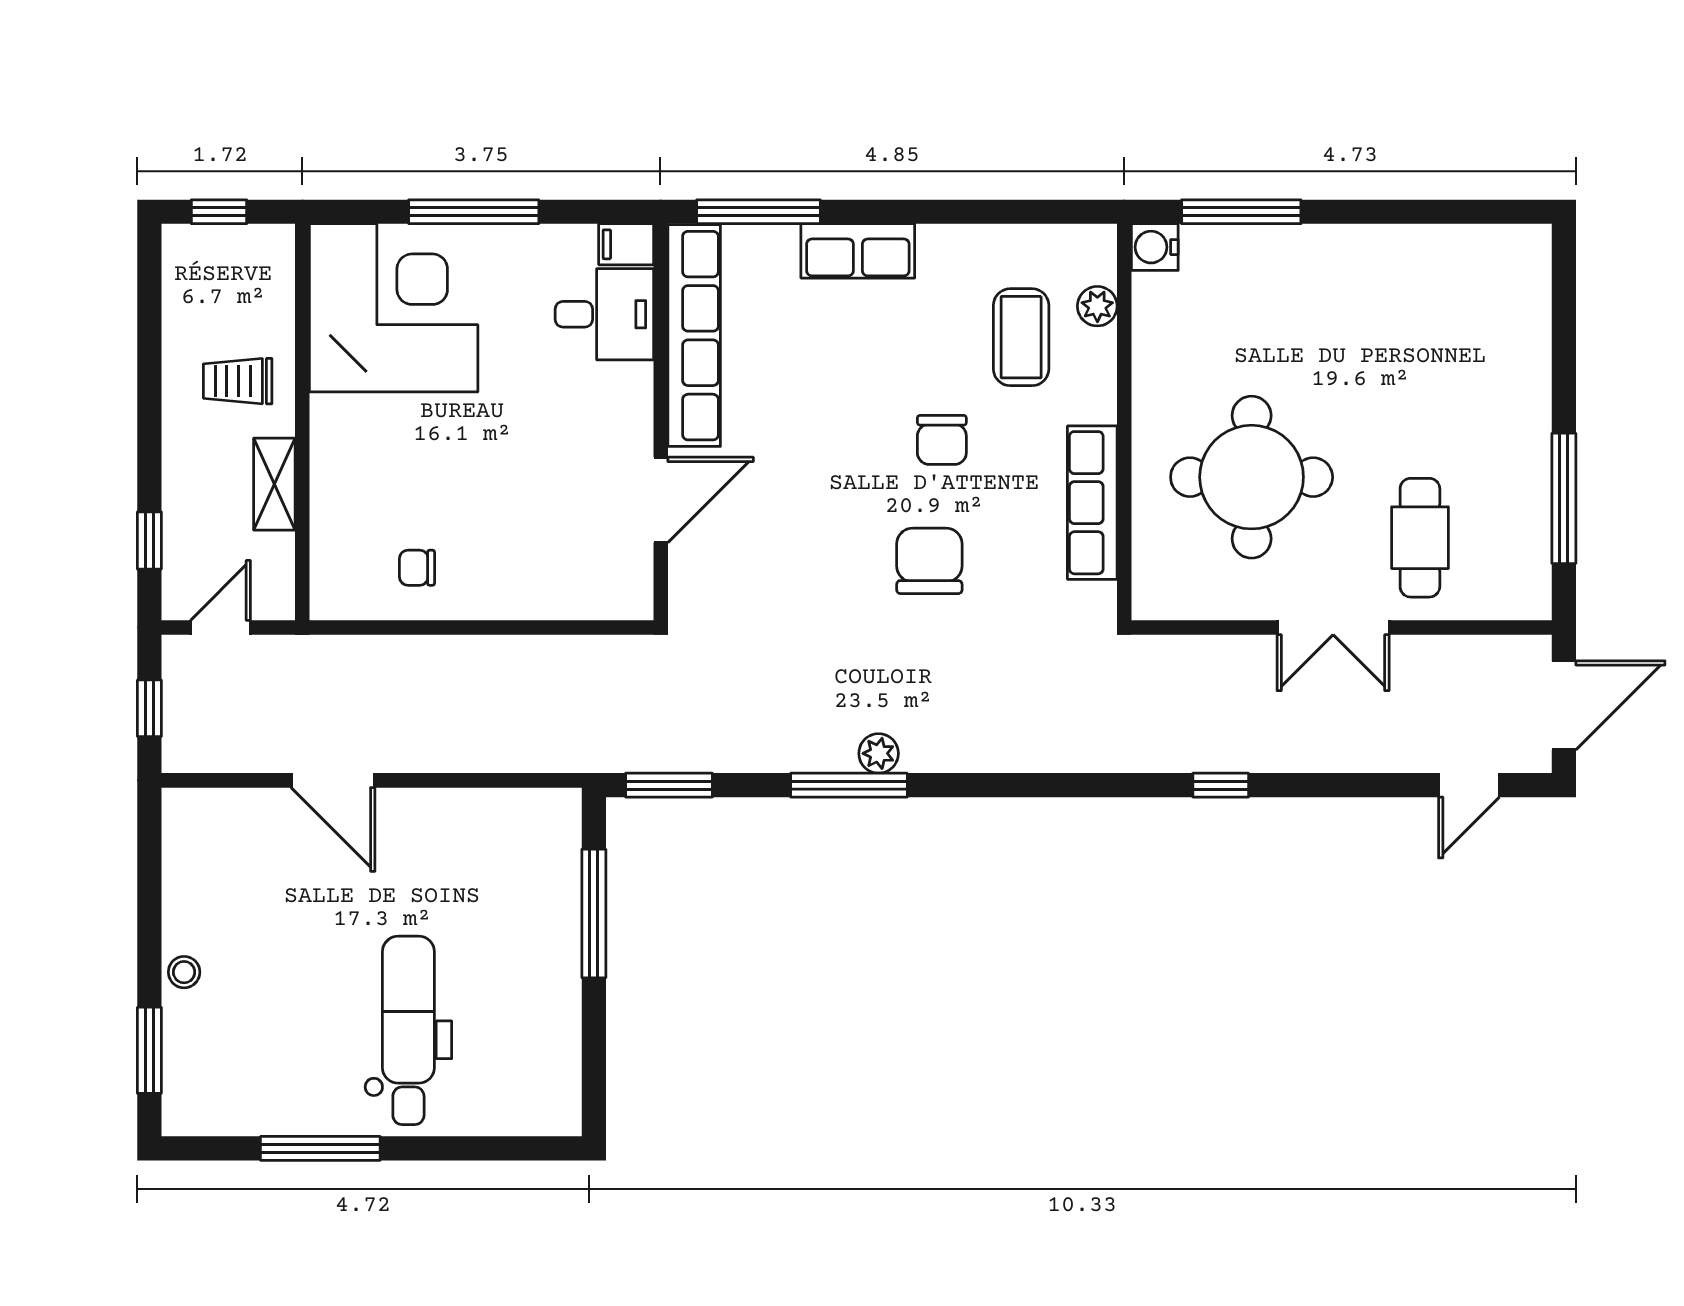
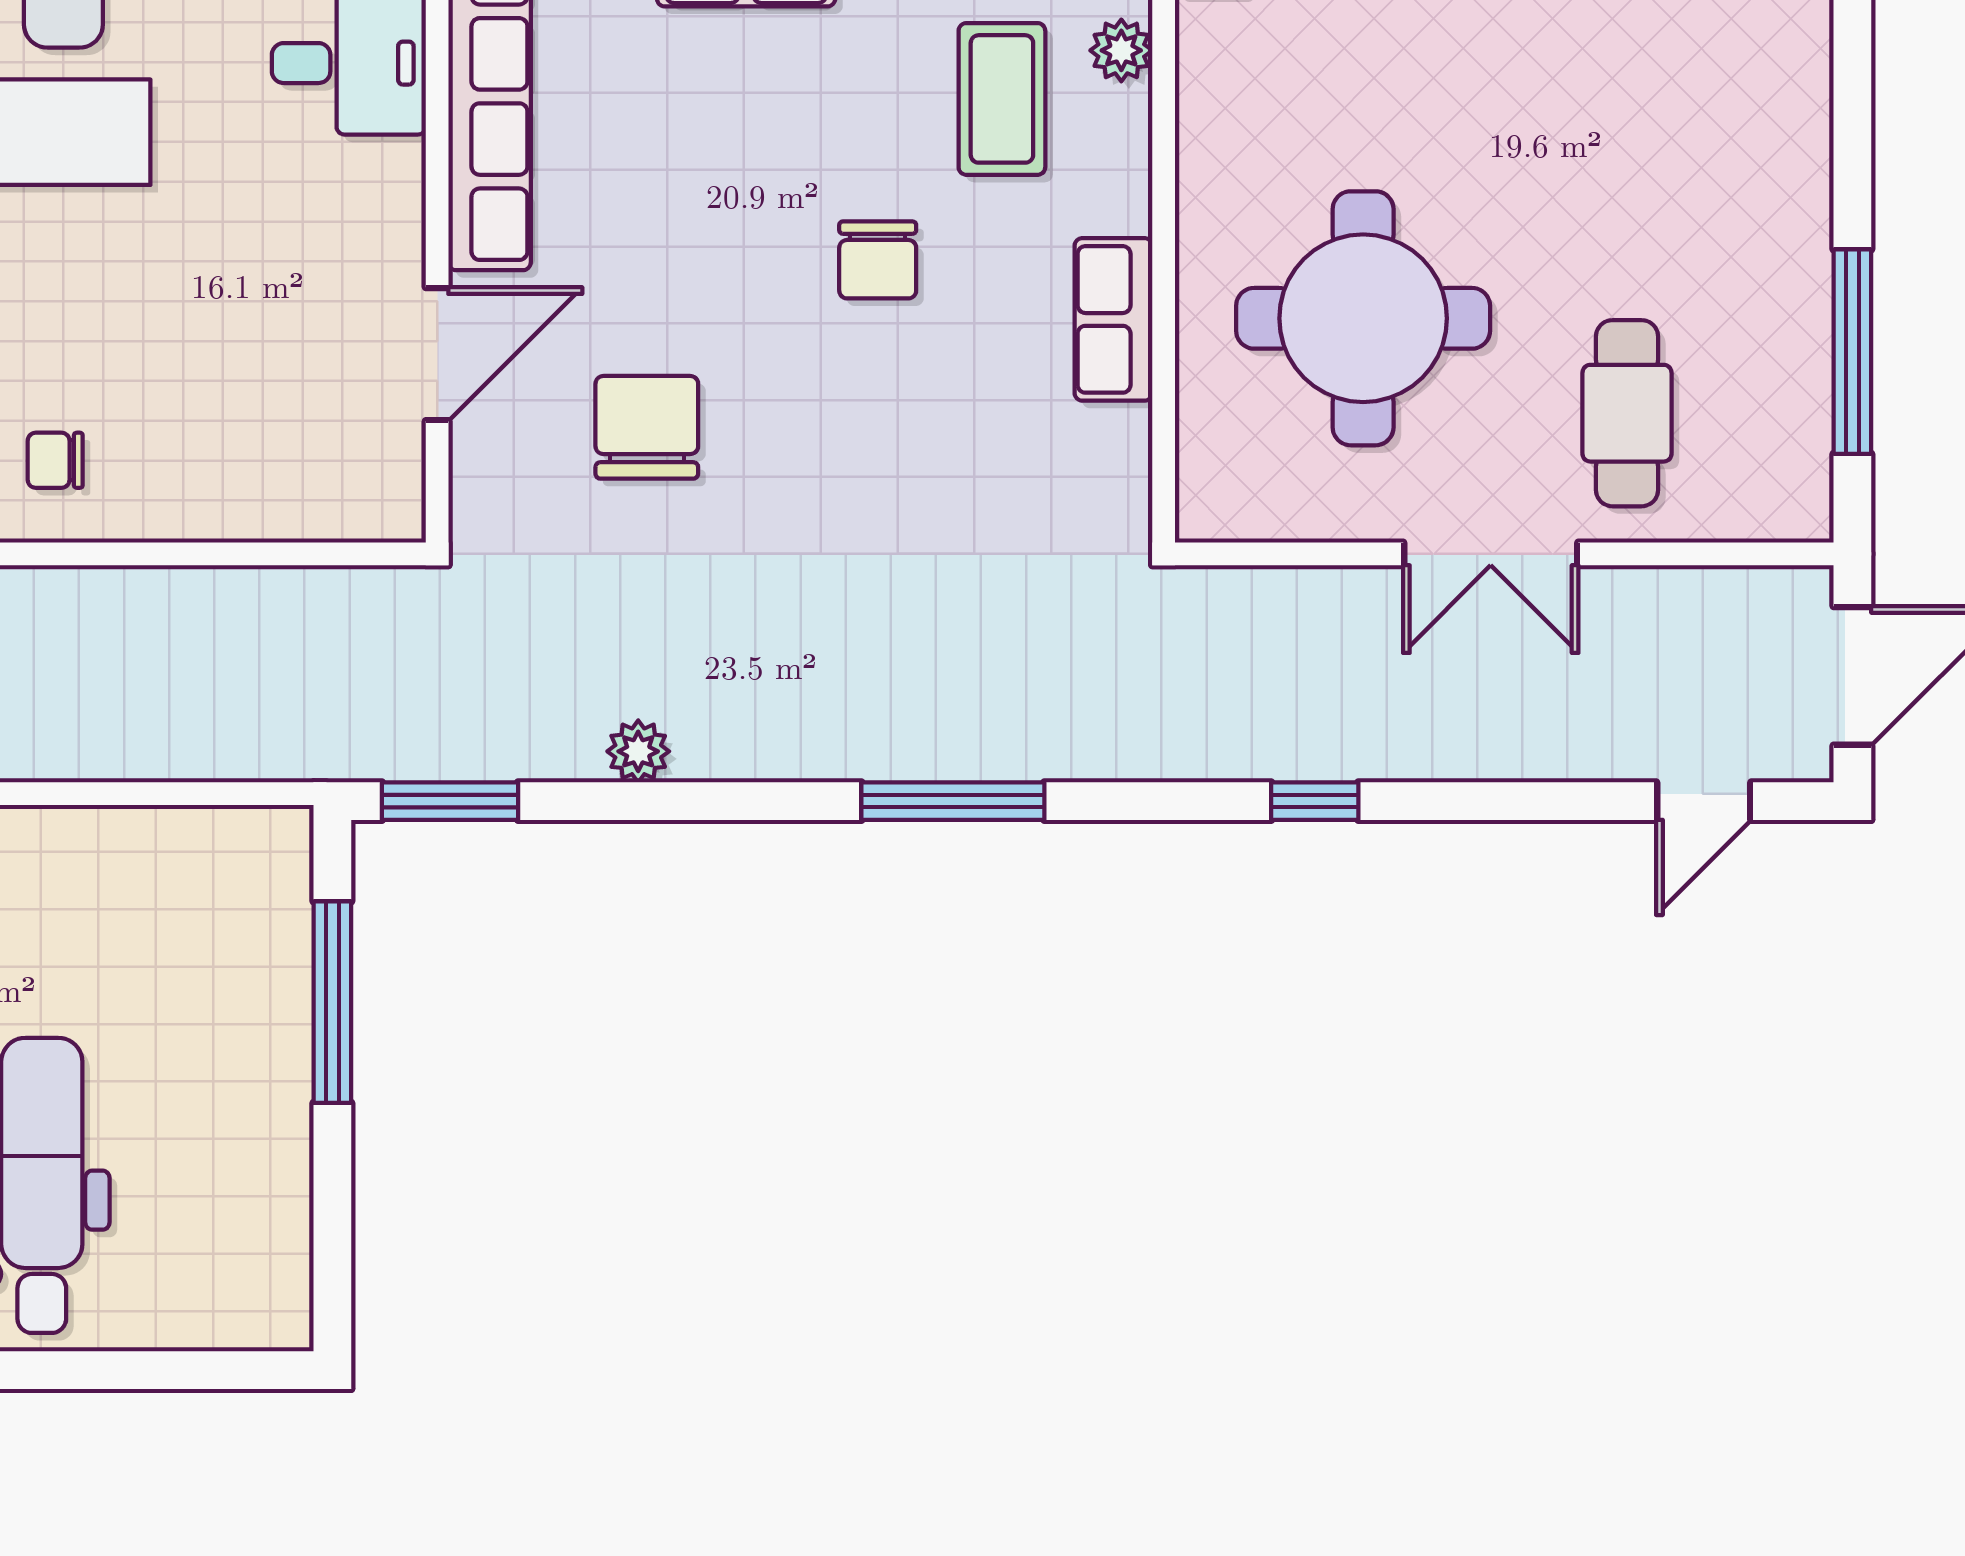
row of seats: (1092, 503) -> (1113, 319), width x0.68
chair: (929, 561) -> (647, 427), moved
plant: (879, 753) -> (638, 751), moved
window: (849, 785) -> (953, 801), moved

